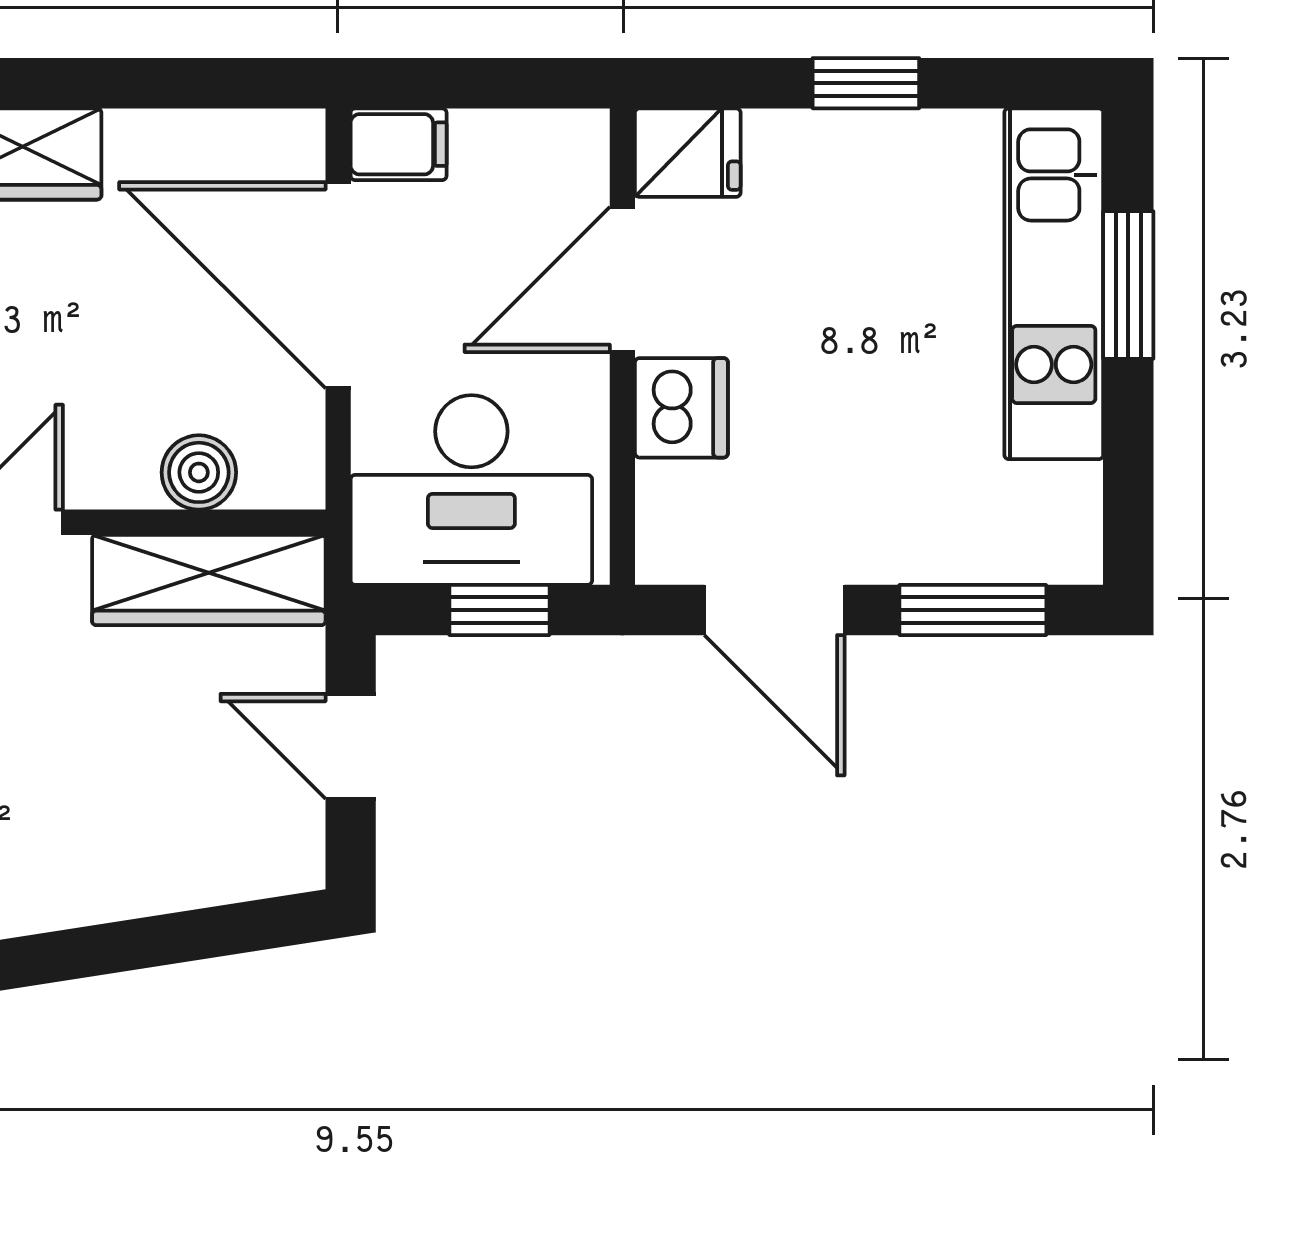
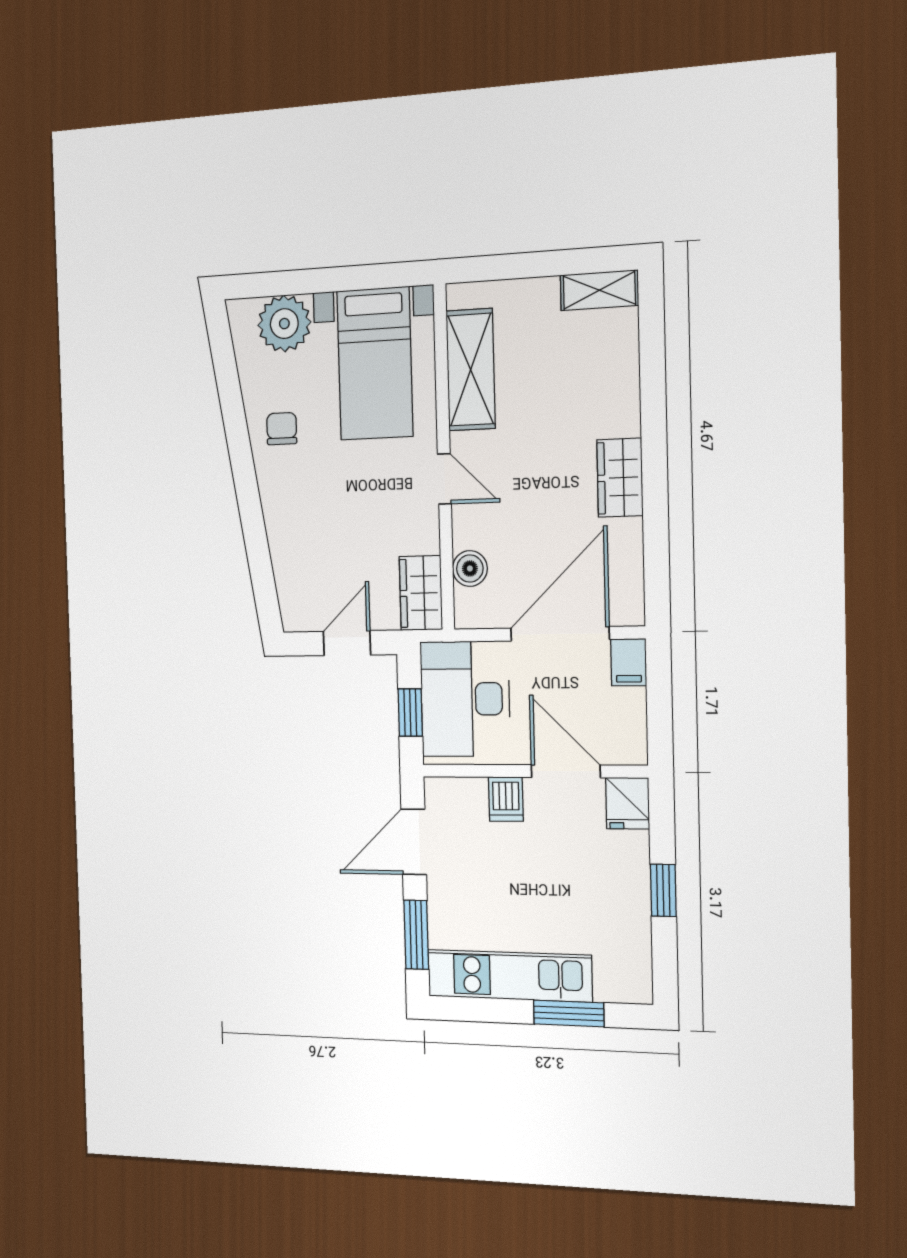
kitchen unit: (1054, 284) -> (509, 976), moved
dishwasher: (681, 408) -> (506, 799), width x0.73
wardrobe: (209, 580) -> (421, 593), width x0.67

